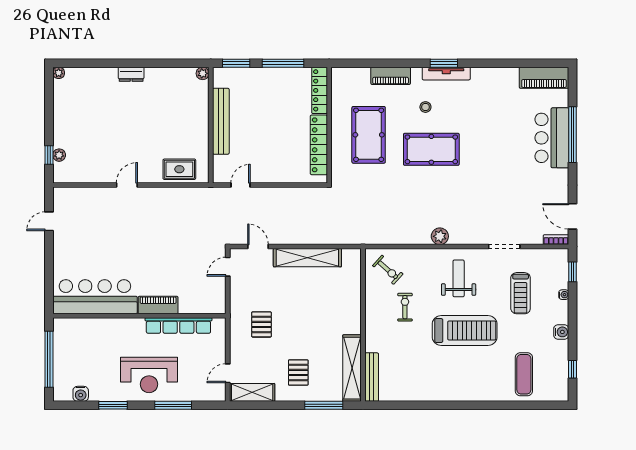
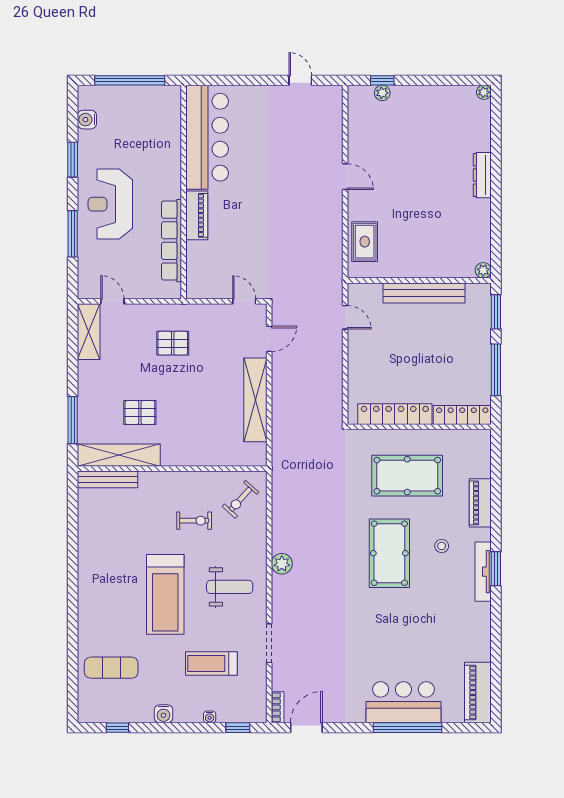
dresser: (131, 74) -> (482, 175), width x1.44
pallet: (298, 372) -> (140, 412), moved

